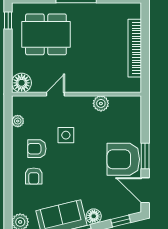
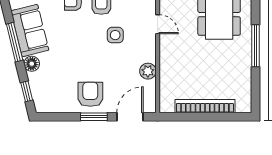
armchair: (123, 159) -> (90, 94), width x0.73, depth x0.73
door: (145, 190) -> (130, 117), moved

